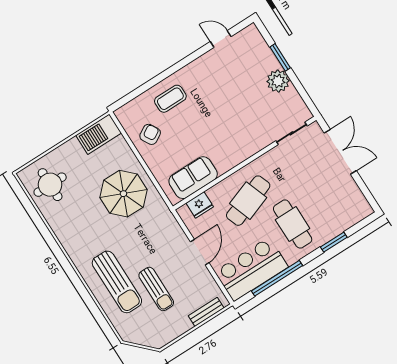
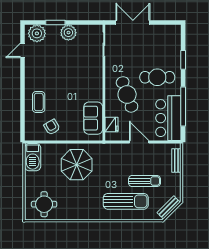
plant: (253, 43) -> (37, 33), added
bench: (143, 339) -> (169, 207), added

